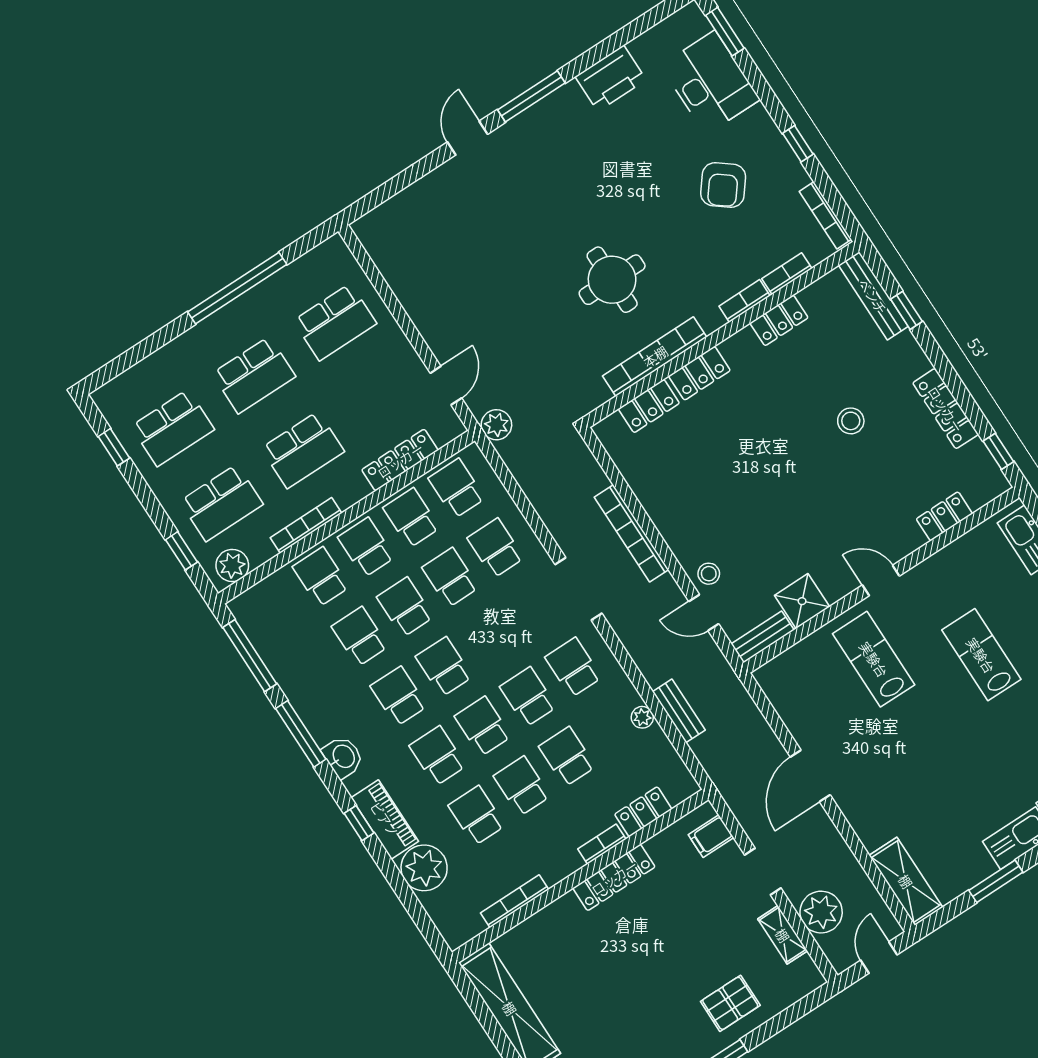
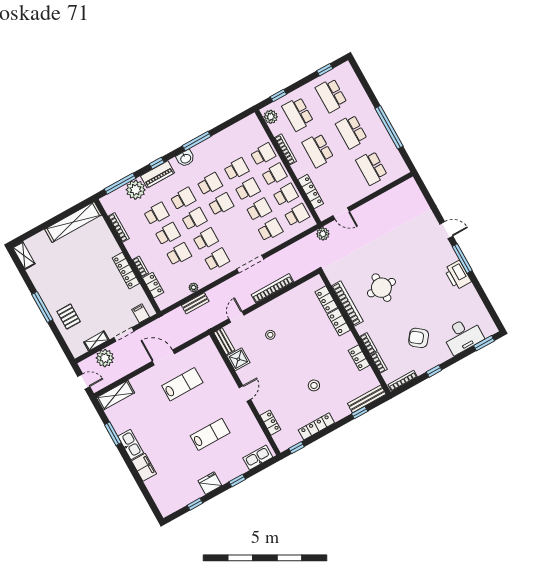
printer: (611, 78) -> (458, 275), moved
stool: (709, 574) -> (270, 335), moved
window: (250, 656) -> (120, 184), moved
lab bench: (874, 659) -> (182, 384), moved

